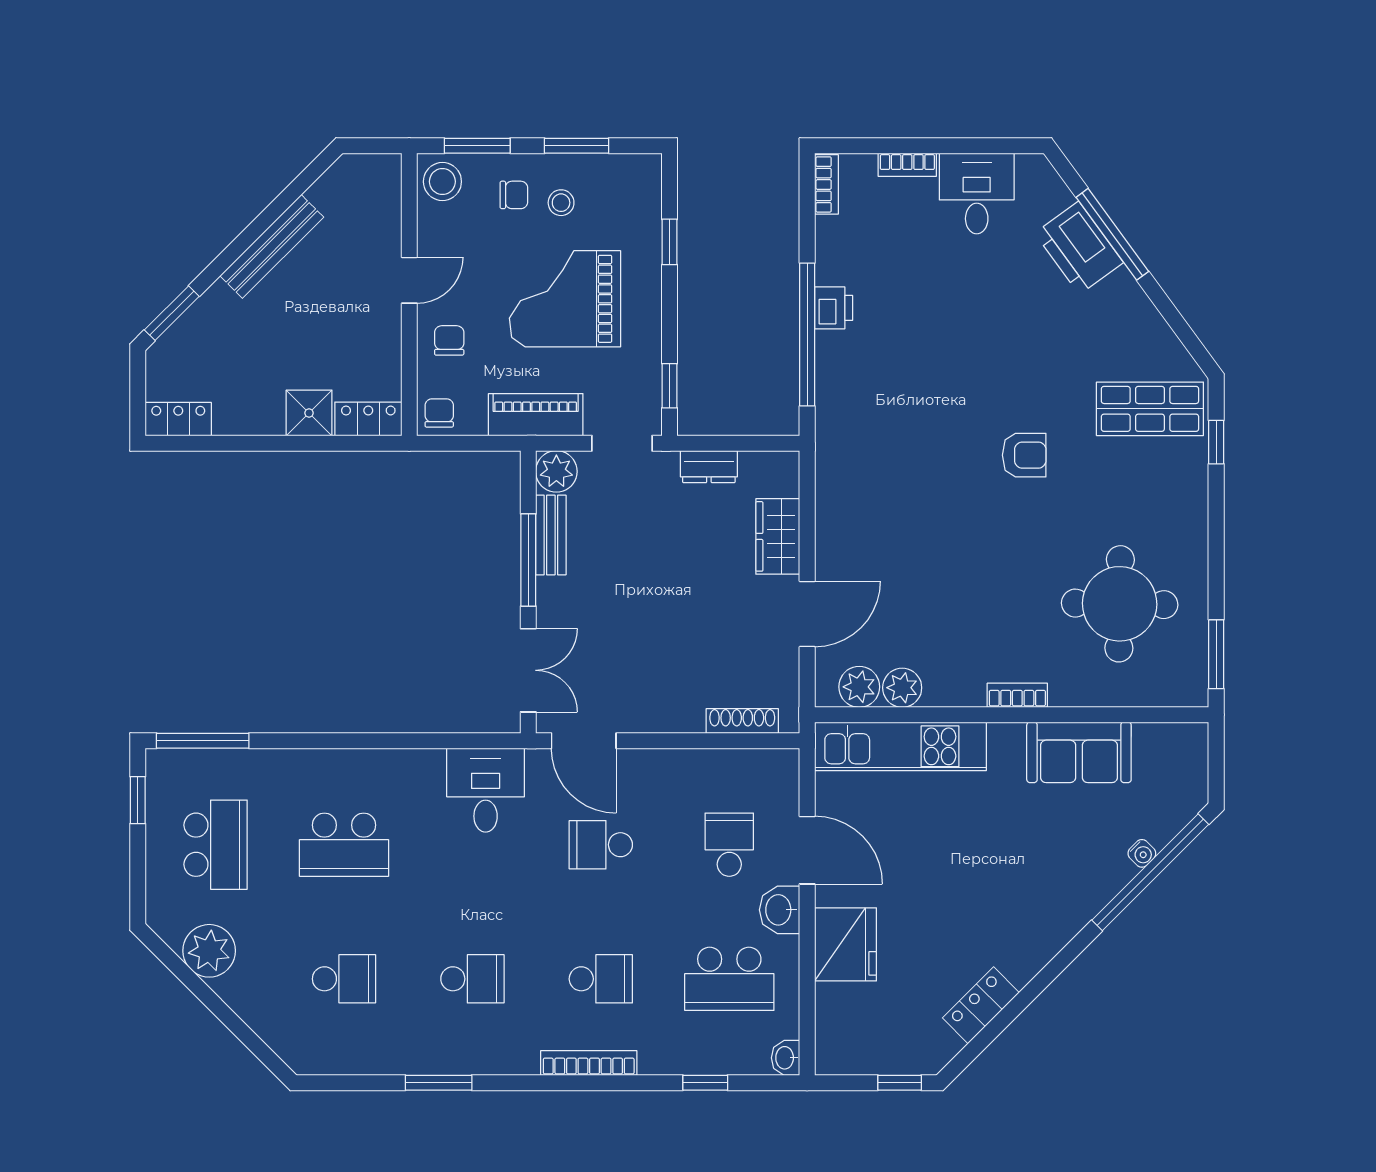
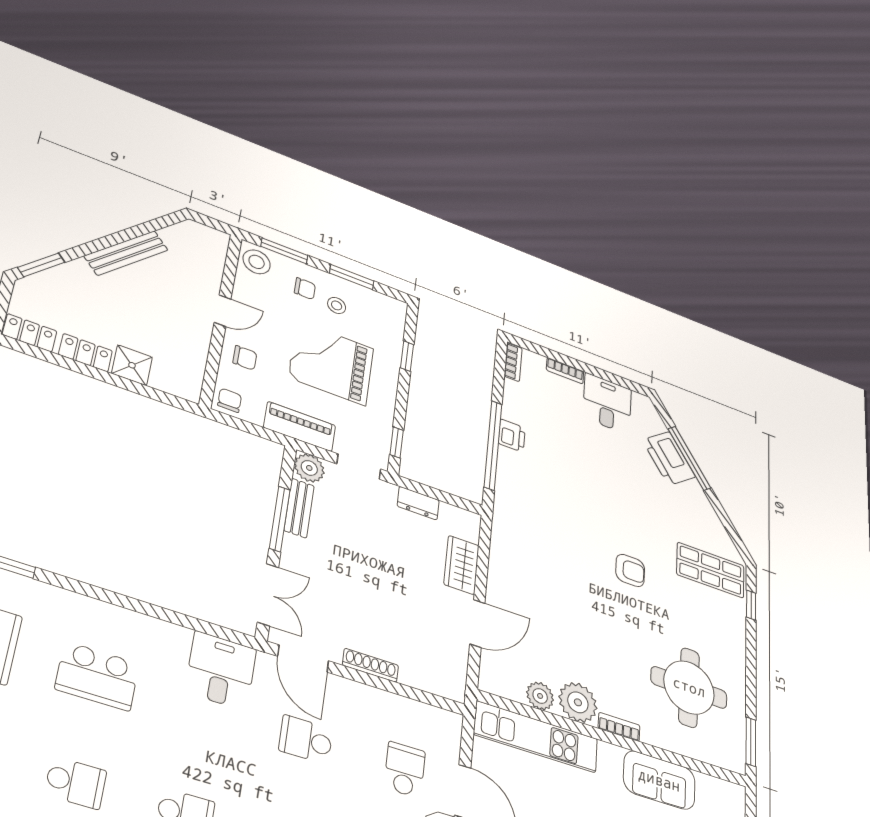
chair: (449, 340) -> (245, 358), turned 90
locker: (368, 419) -> (86, 353), moved
plant: (859, 687) -> (578, 702), moved, width x1.36, depth x1.36
shoe rack: (742, 721) -> (370, 665), moved

